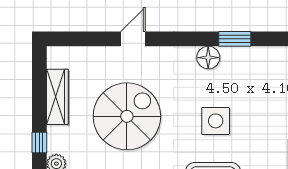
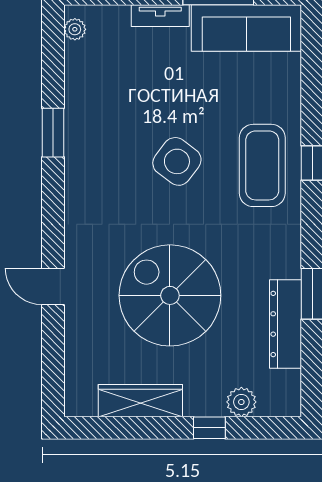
floor lamp: (208, 58) -> (81, 173), removed
side table: (216, 121) -> (177, 161), turned 37

